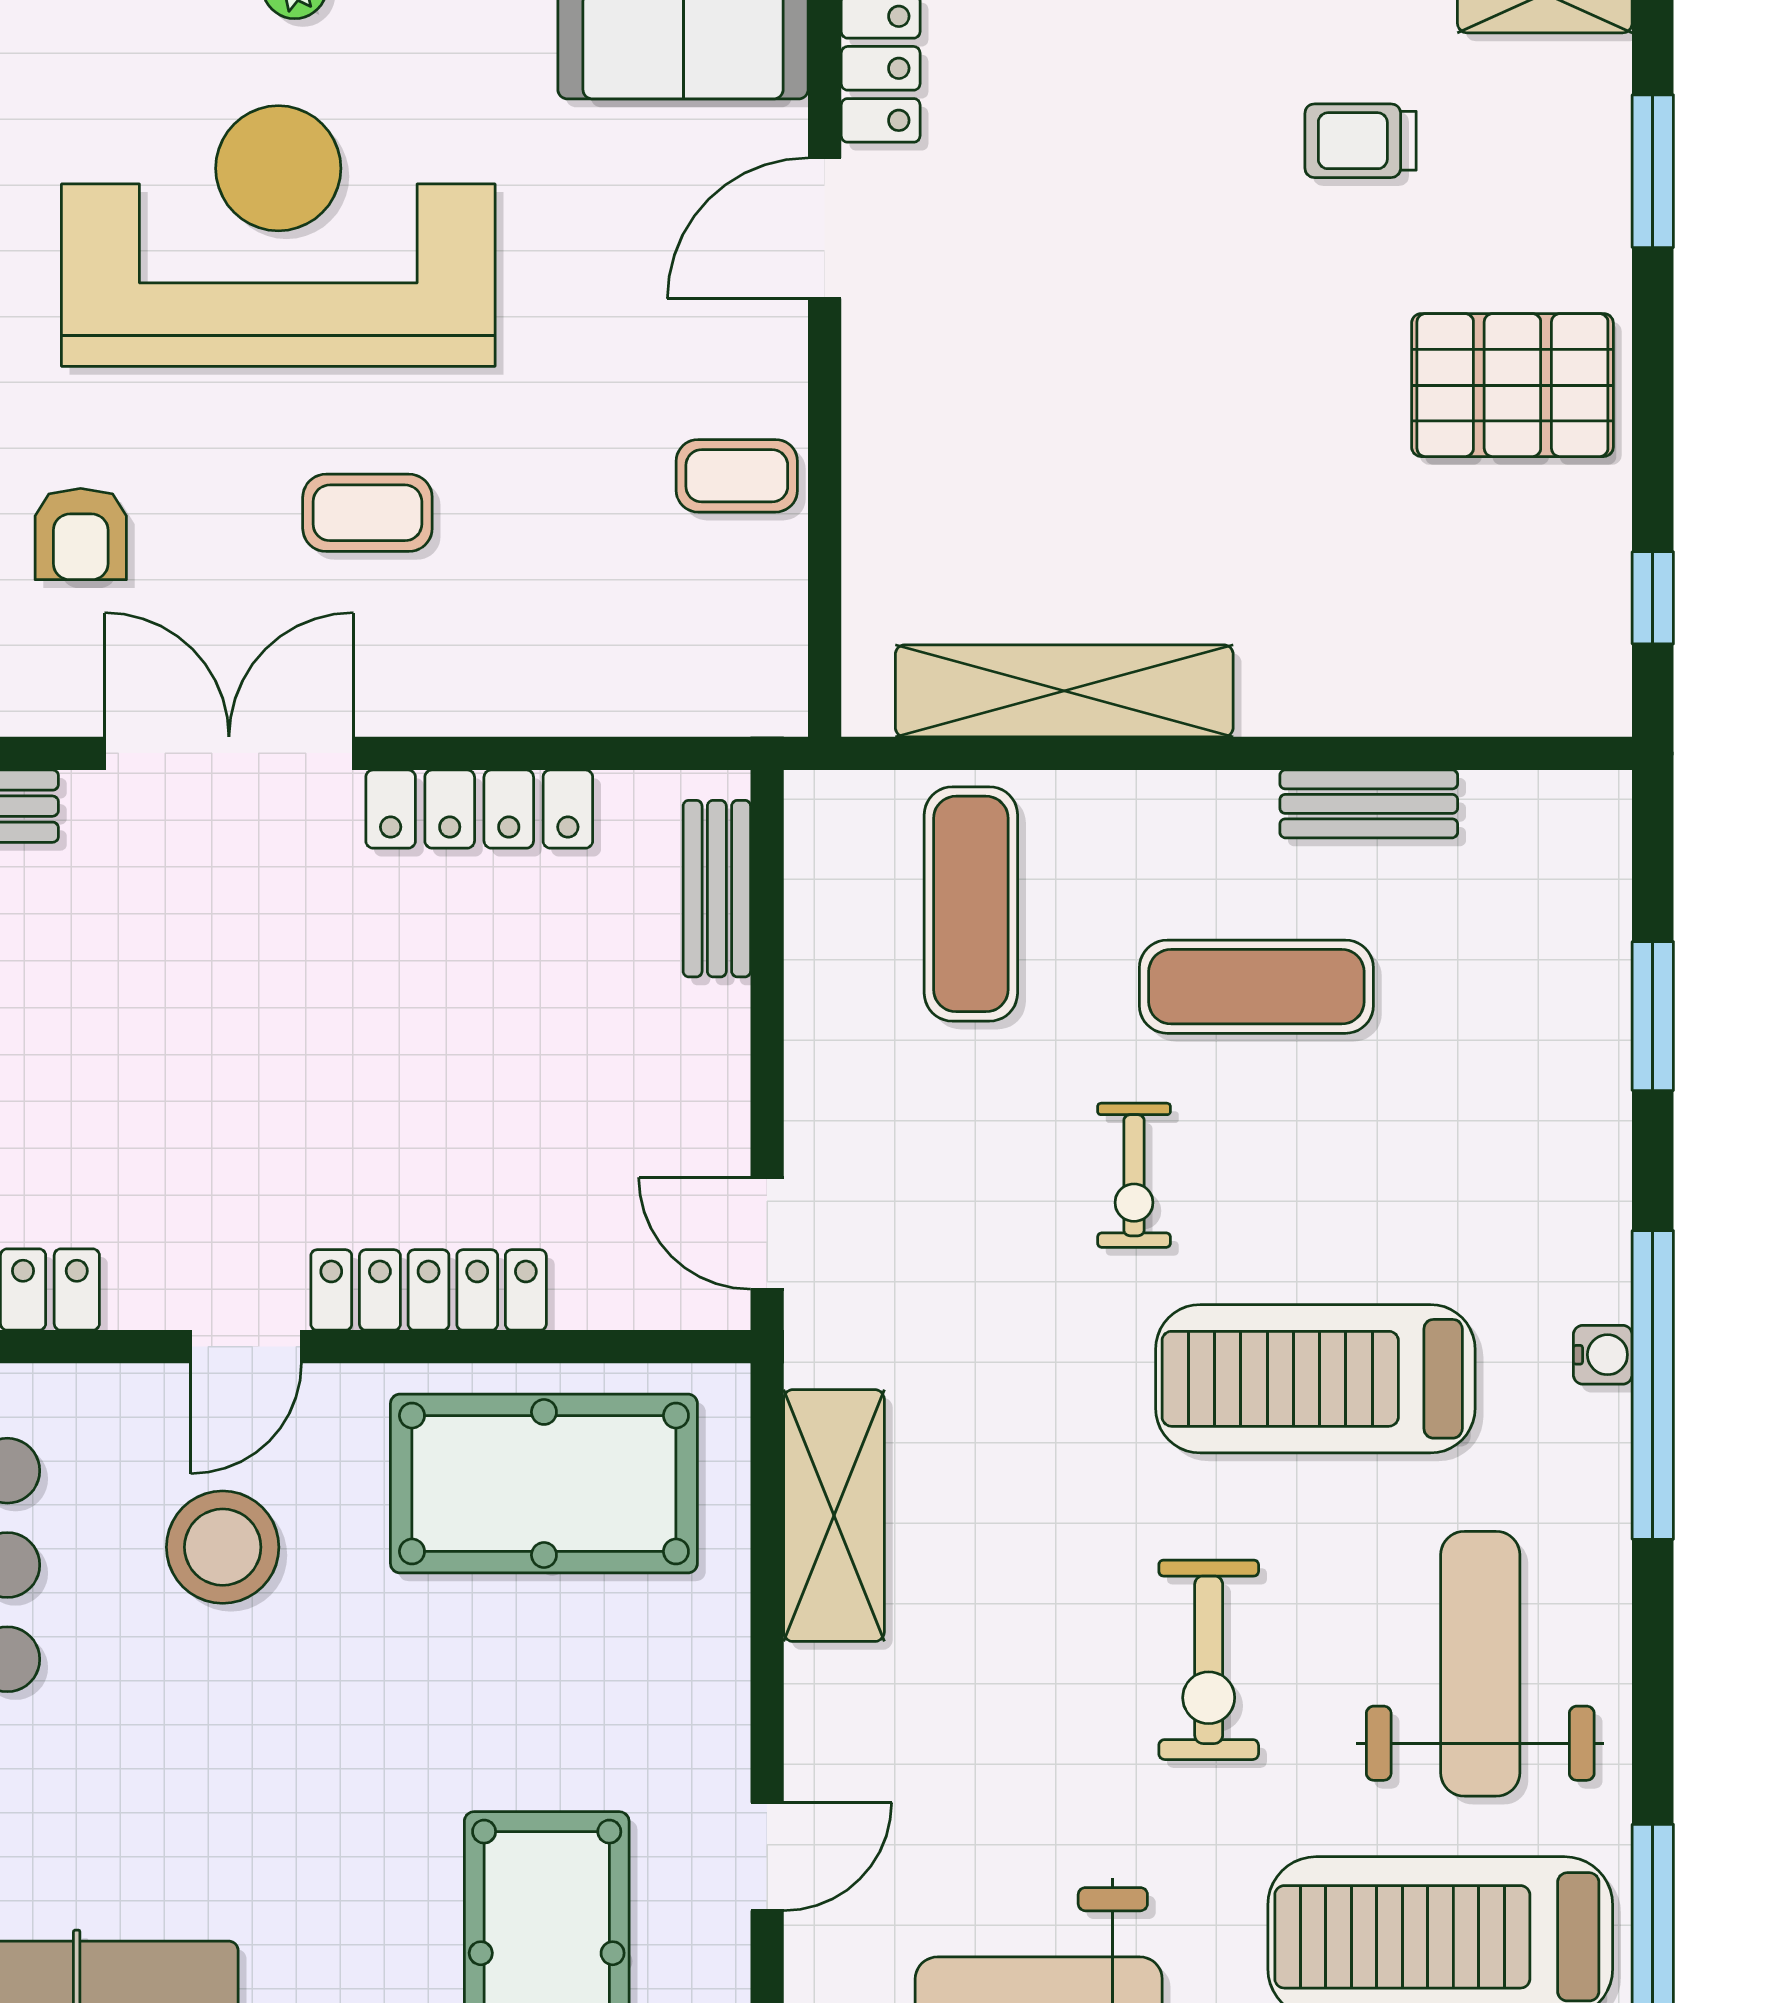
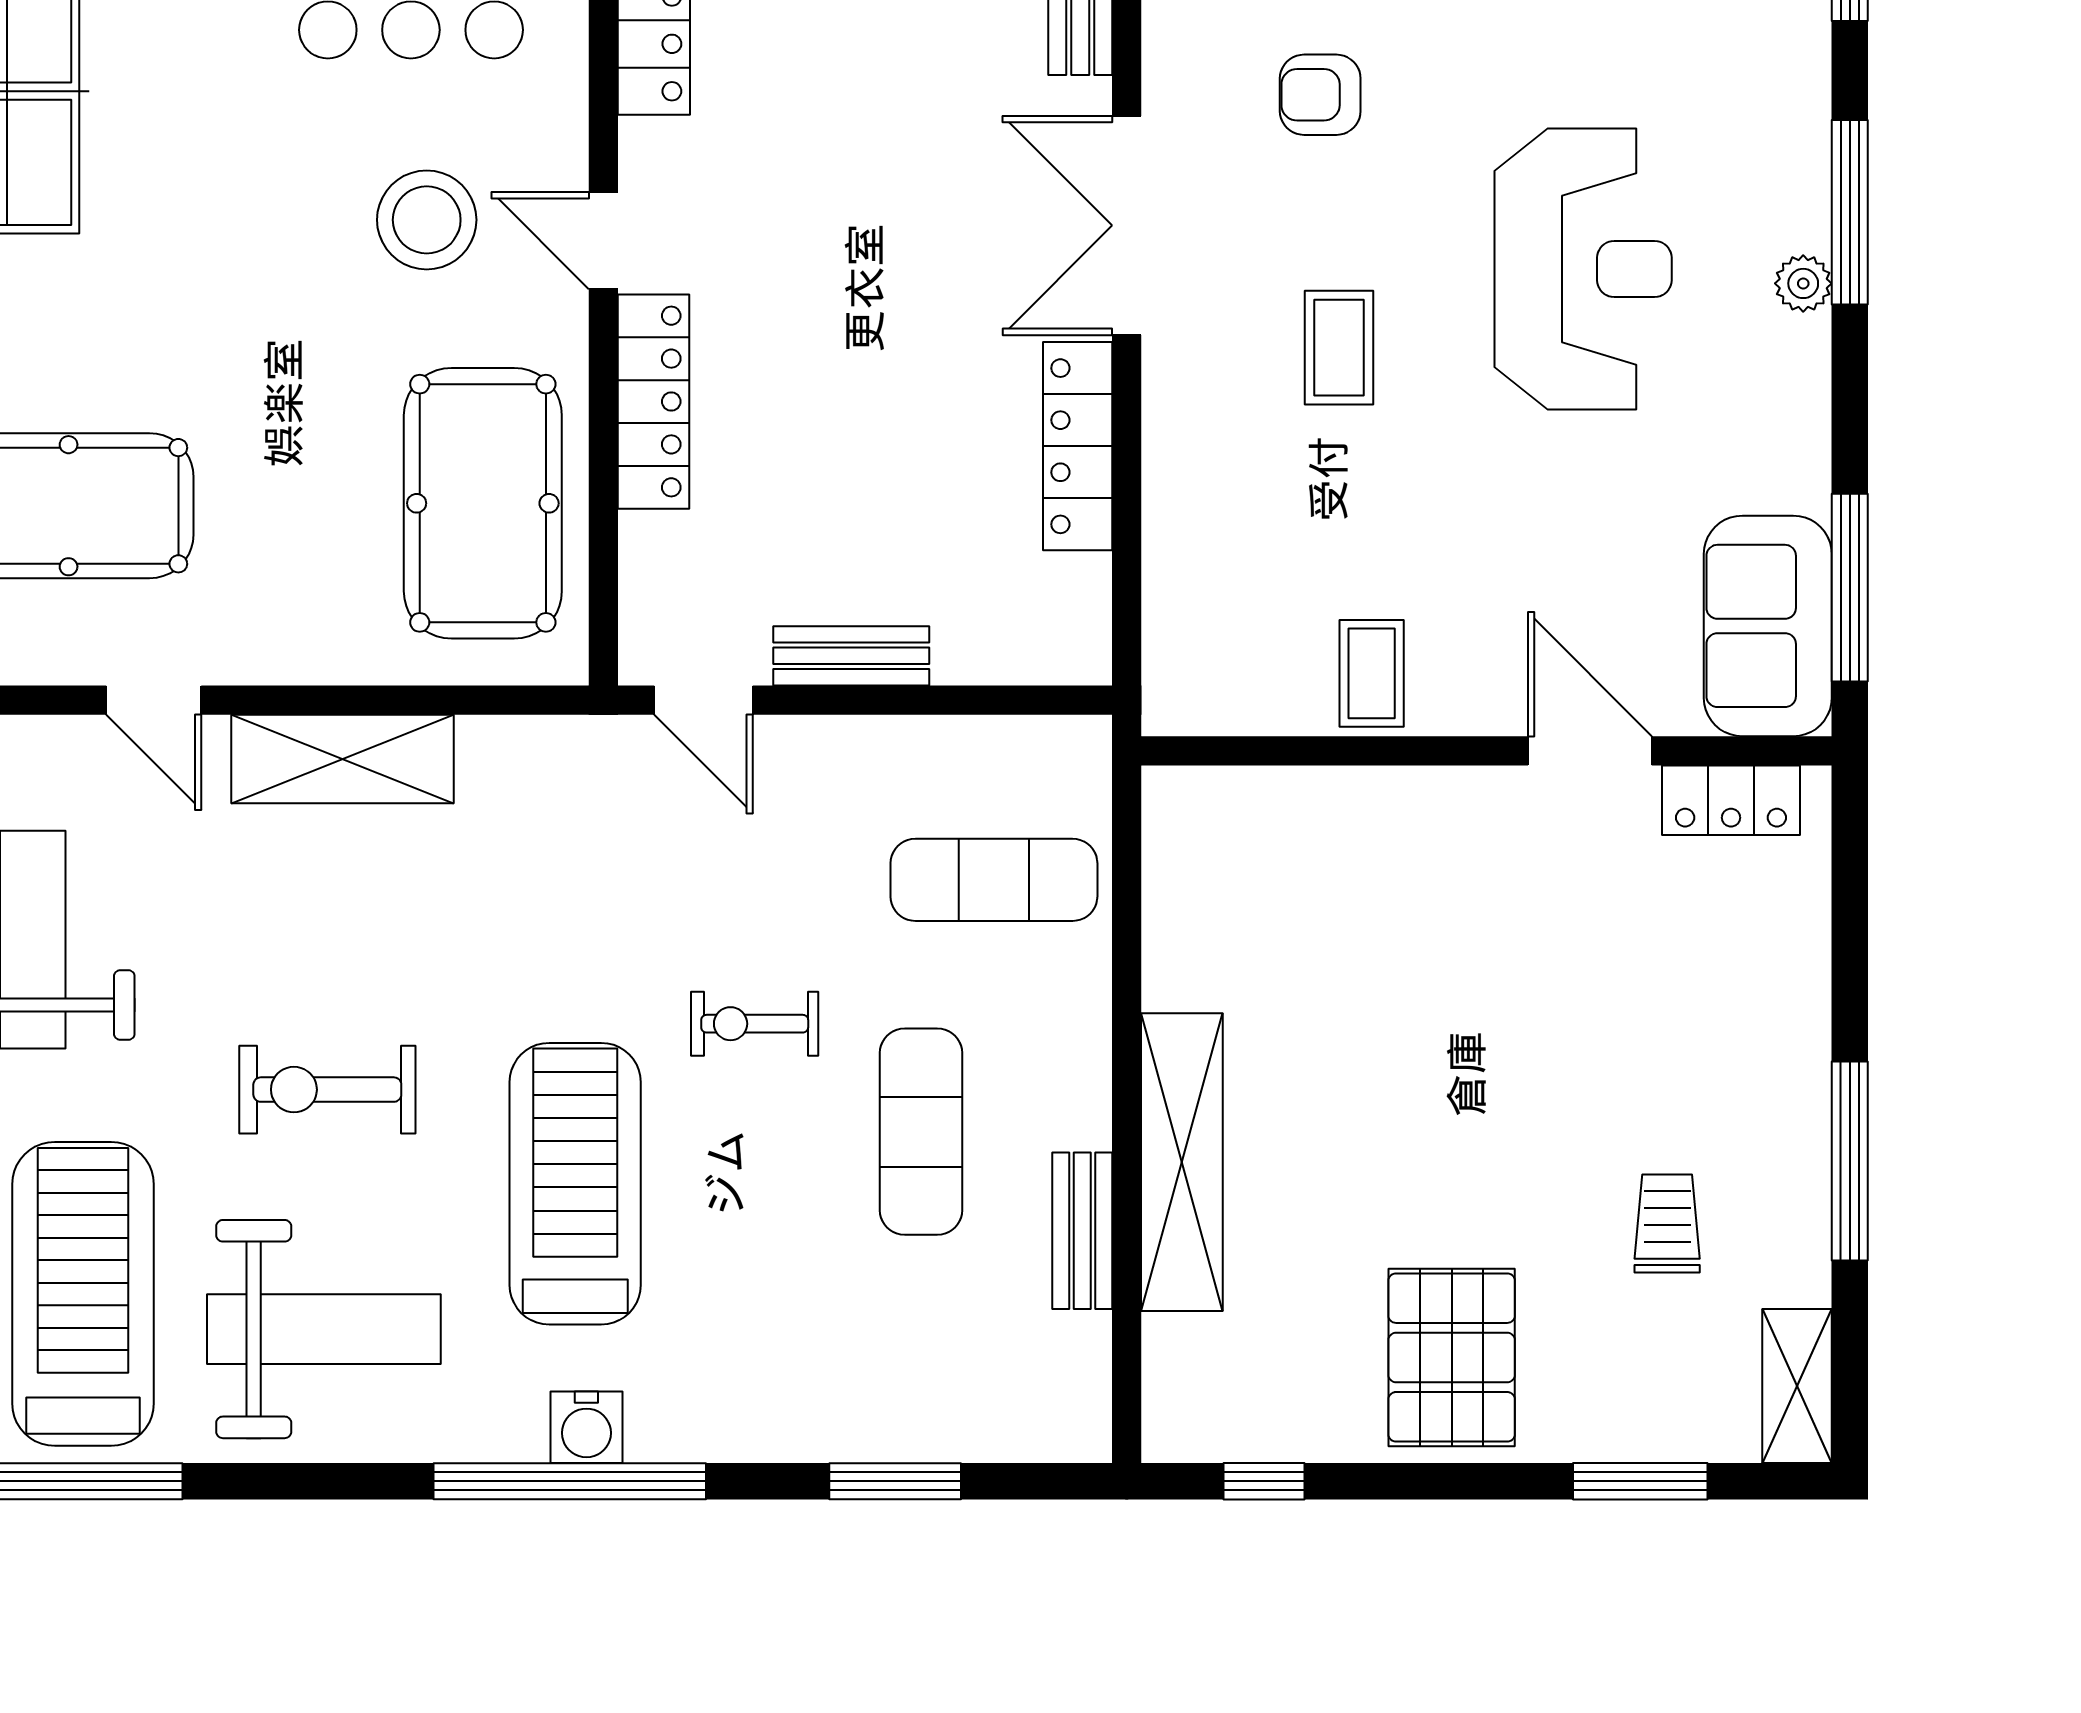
reception desk: (278, 236) -> (1583, 269), width x0.74, depth x0.77
shelving: (1064, 691) -> (1182, 1162), moved
double door: (229, 753) -> (1127, 225), swing flipped
bench: (717, 889) -> (851, 656), moved
door: (767, 1233) -> (704, 700), swing flipped
water cooler: (1603, 1355) -> (586, 1427), width x1.38, depth x1.38
shelving: (834, 1516) -> (343, 759), moved

